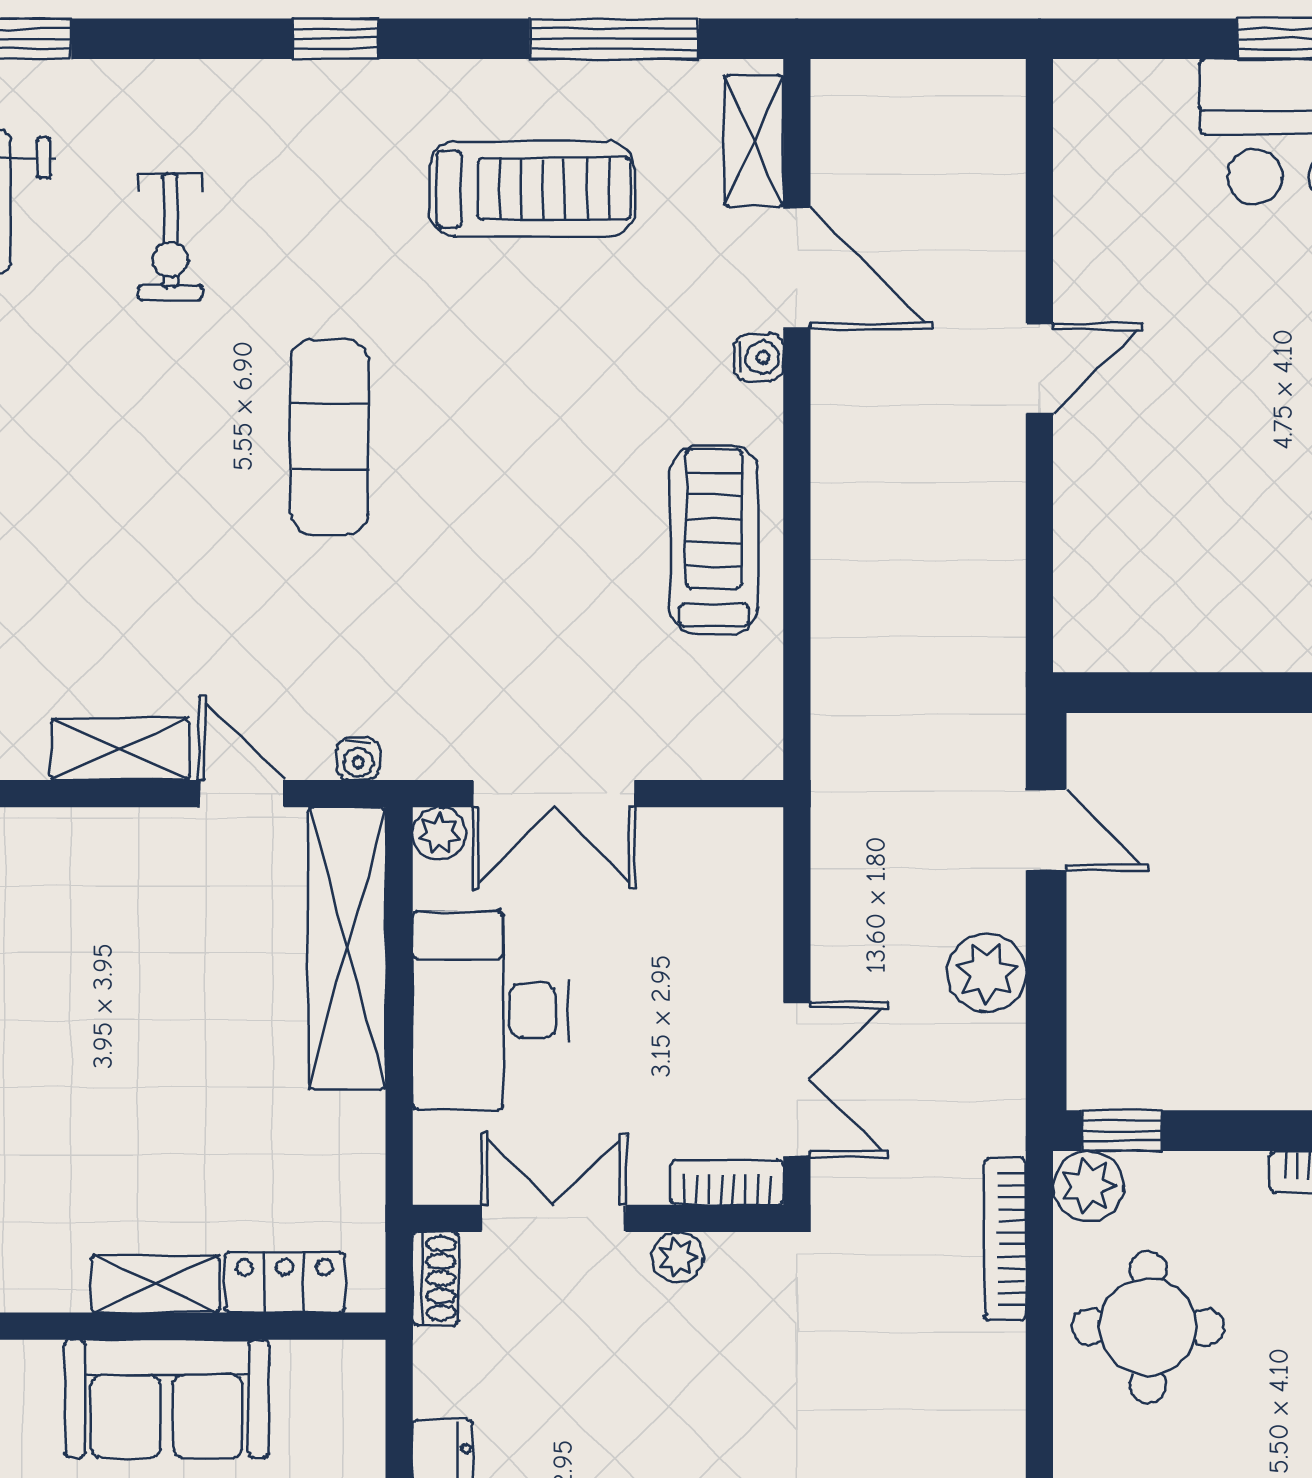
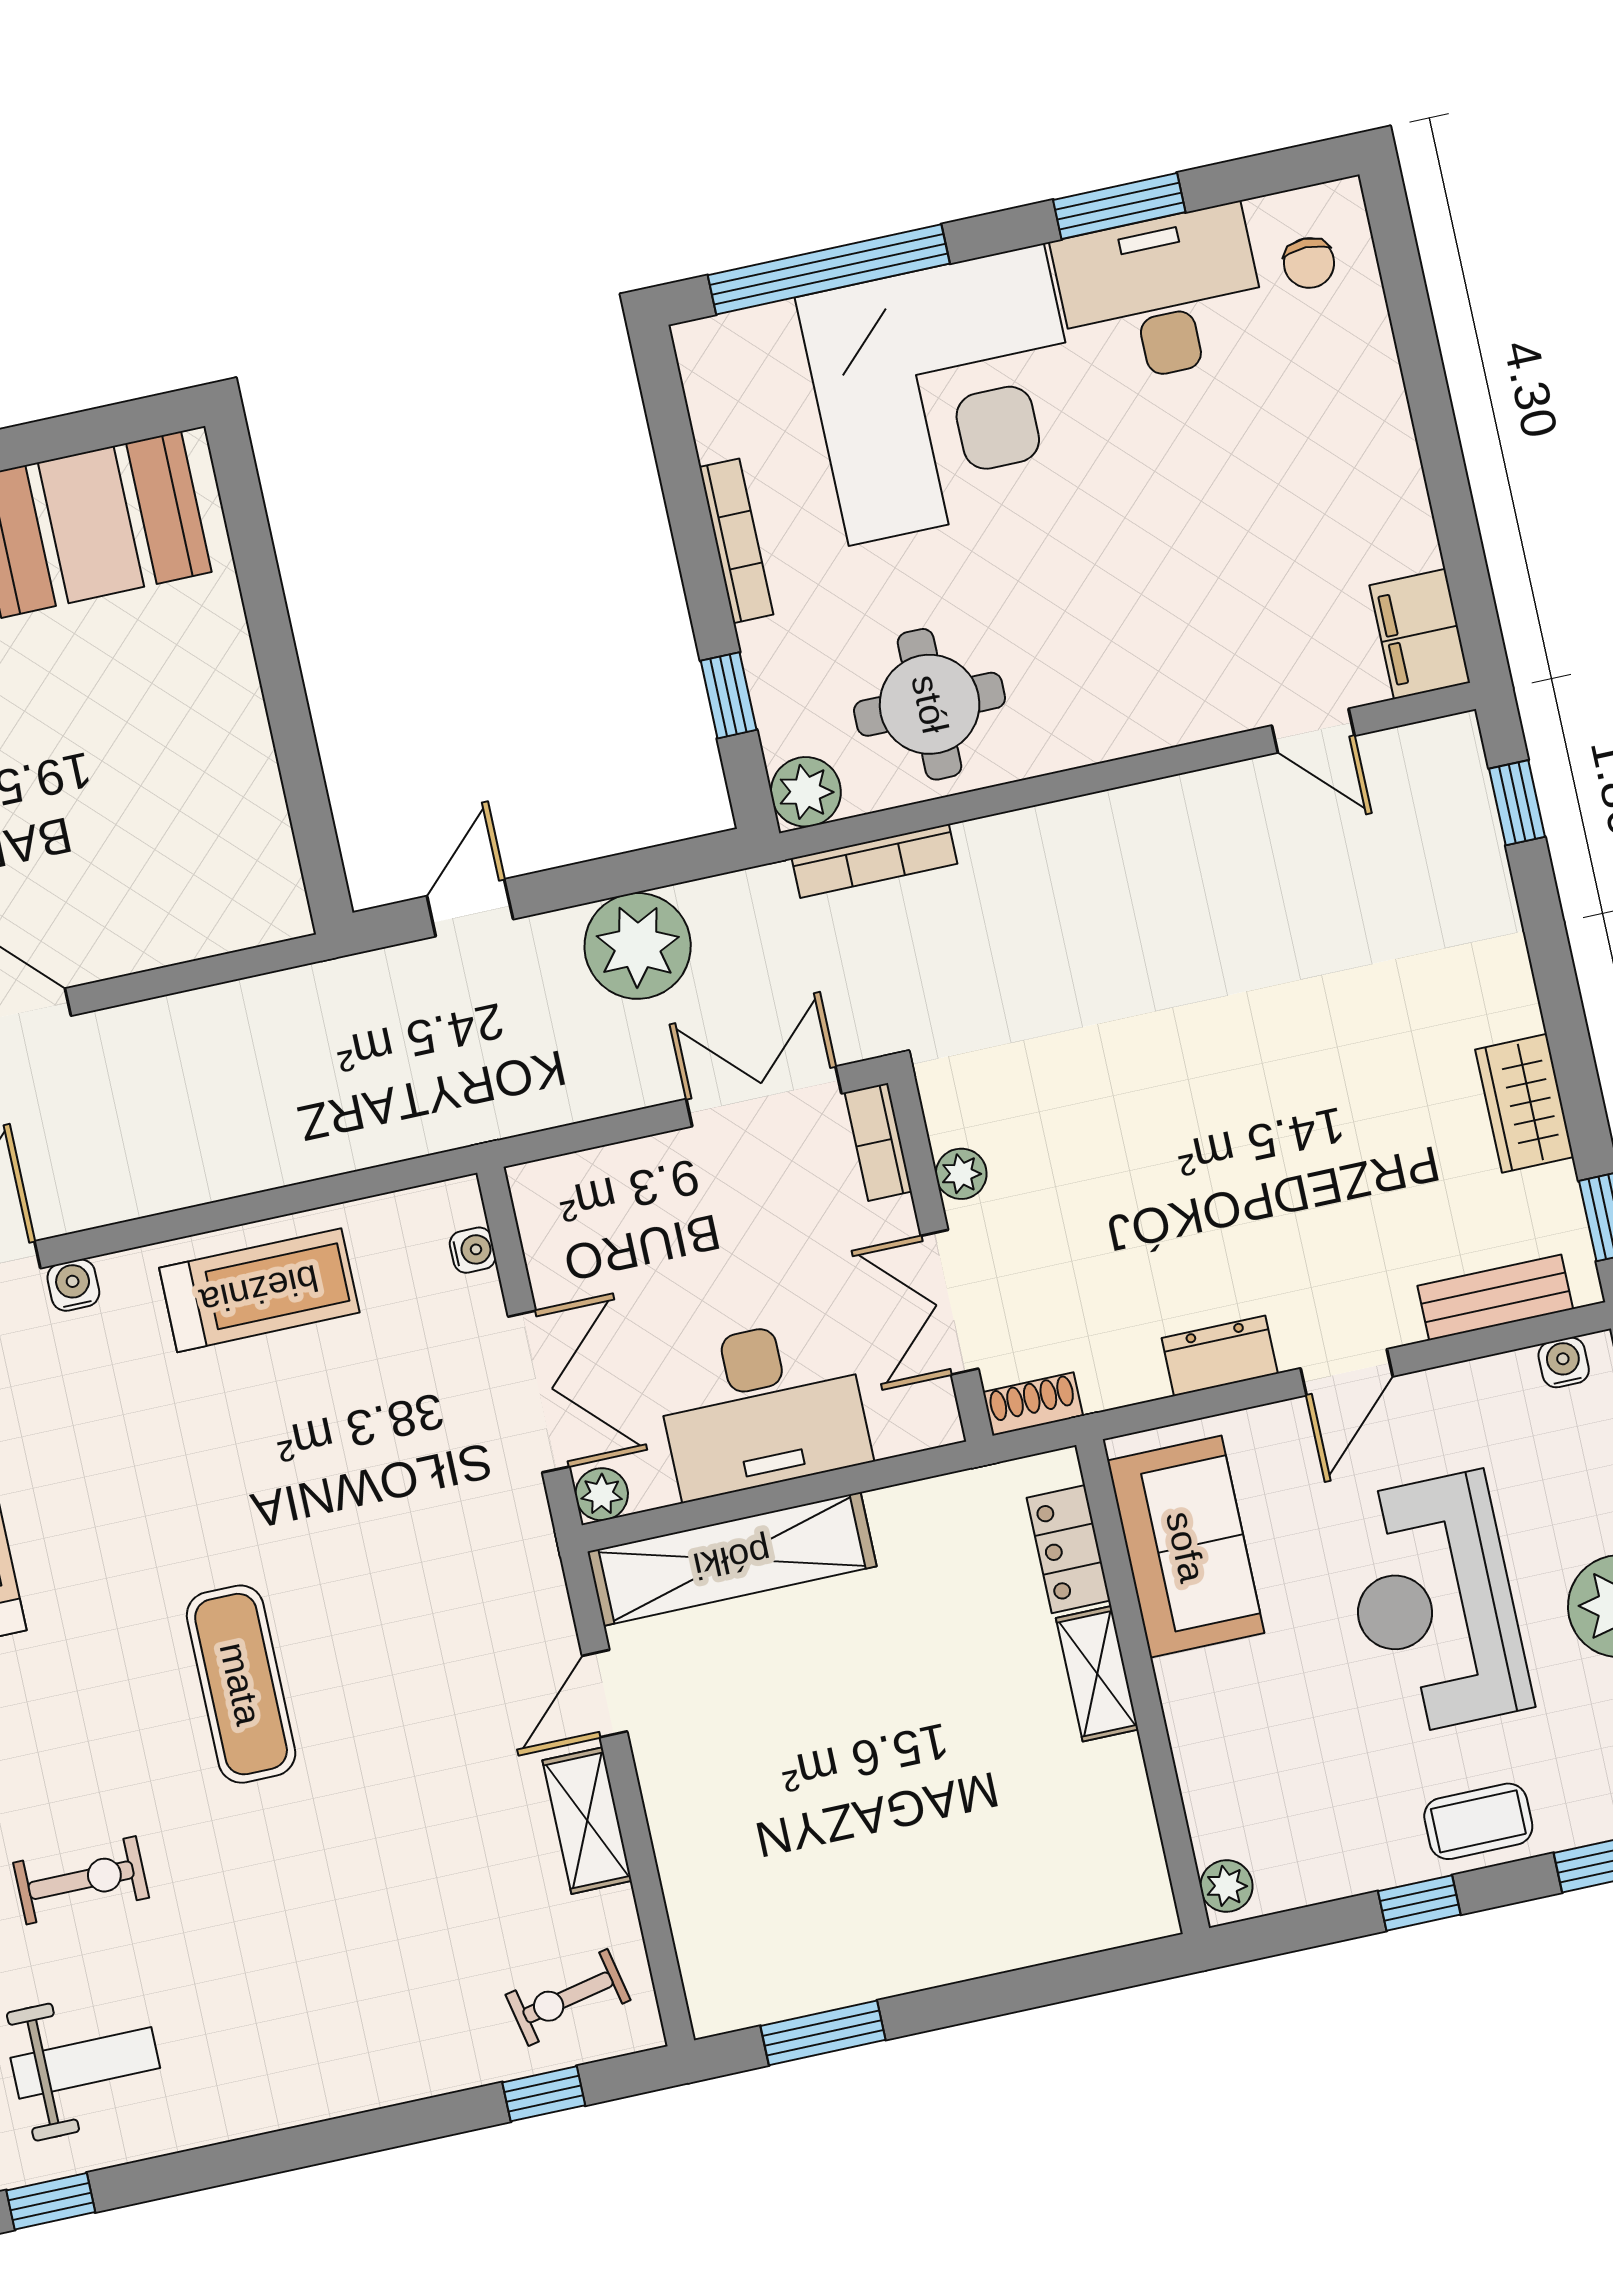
exercise mat: (329, 437) -> (241, 1684), turned 90
treadmill: (714, 540) -> (259, 1290), turned 180
water cooler: (358, 759) -> (473, 1250), moved
plant: (987, 973) -> (638, 946), width x1.36, depth x1.36
window: (1122, 1131) -> (729, 695), moved
sofa: (167, 1399) -> (1186, 1547), moved

